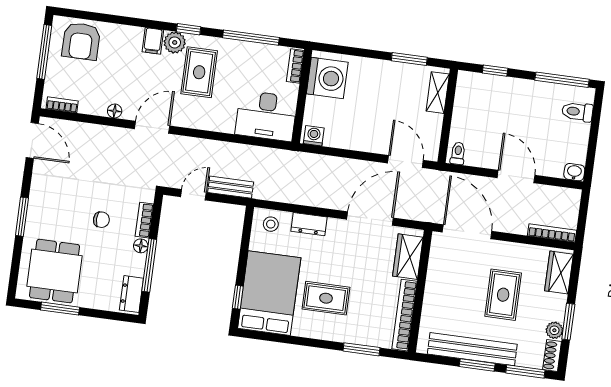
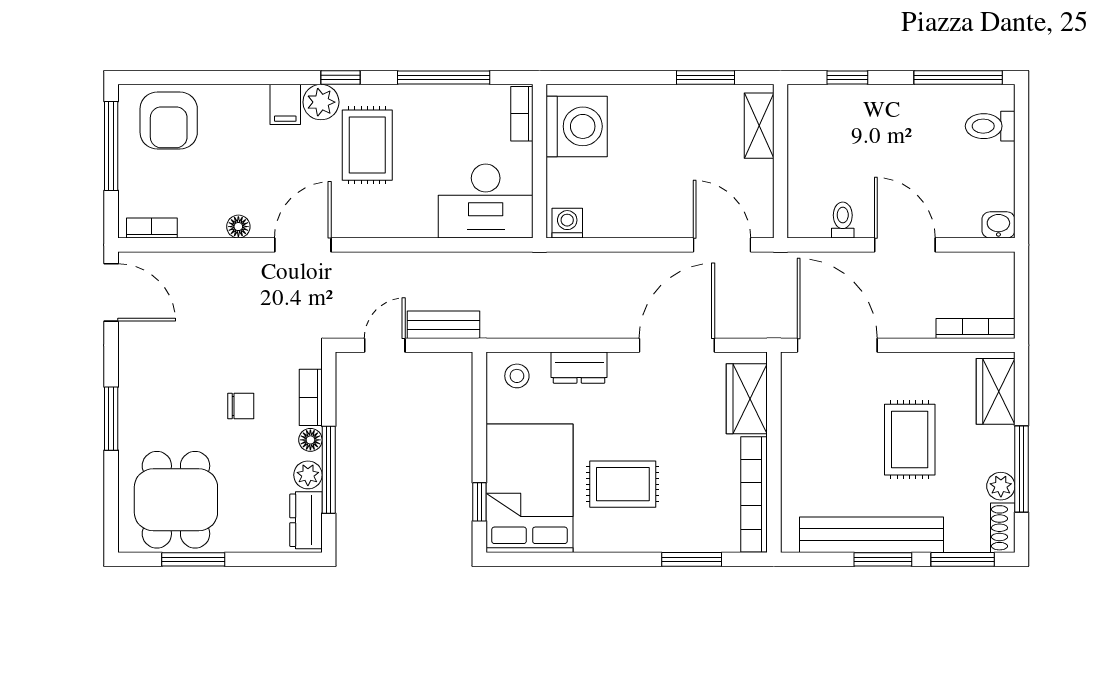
toilet: (458, 153) -> (843, 220), moved
plant: (136, 267) -> (308, 475), added
window: (568, 322) -> (1021, 469), width x1.44

